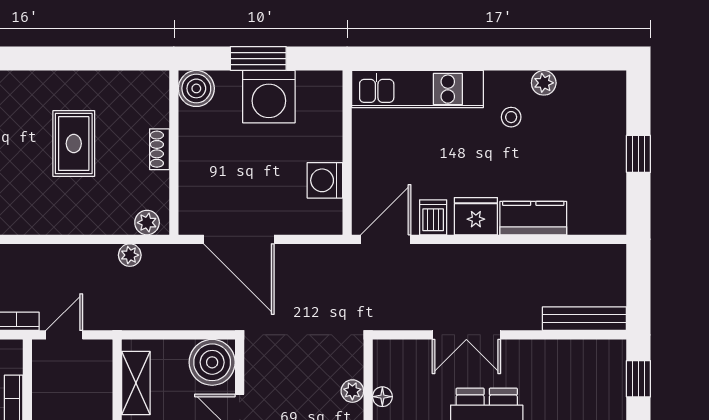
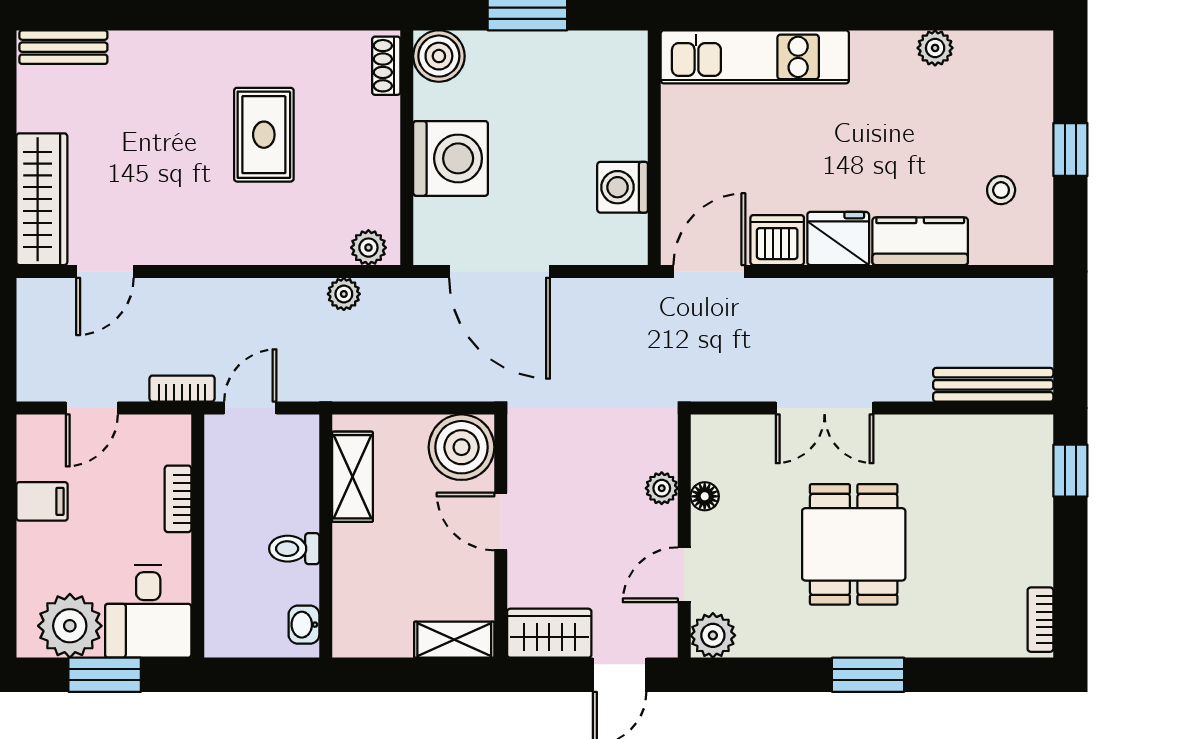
washing machine: (269, 97) -> (451, 158), moved, turned -90
stool: (511, 117) -> (1001, 190), moved
shoe rack: (159, 149) -> (386, 66), moved
dishwasher: (433, 217) -> (777, 240), width x1.38

